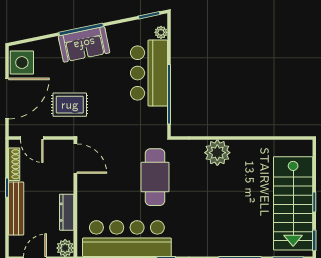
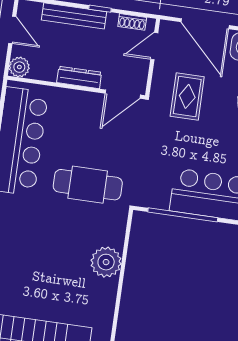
shoe rack: (14, 164) -> (132, 22), width x0.70
dresser: (67, 212) -> (79, 77), moved

